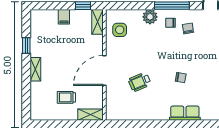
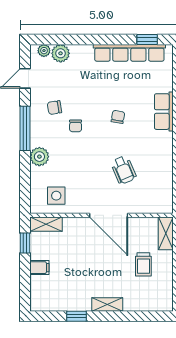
chair: (170, 23) -> (76, 126), moved

